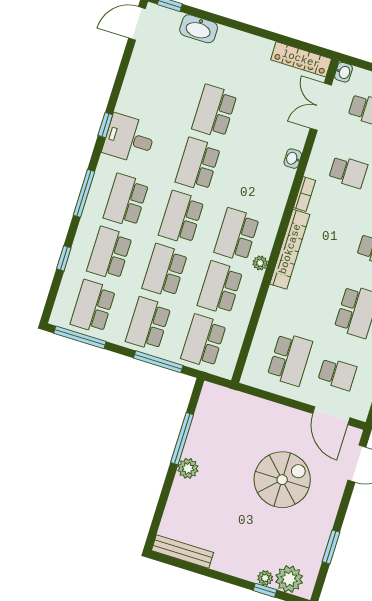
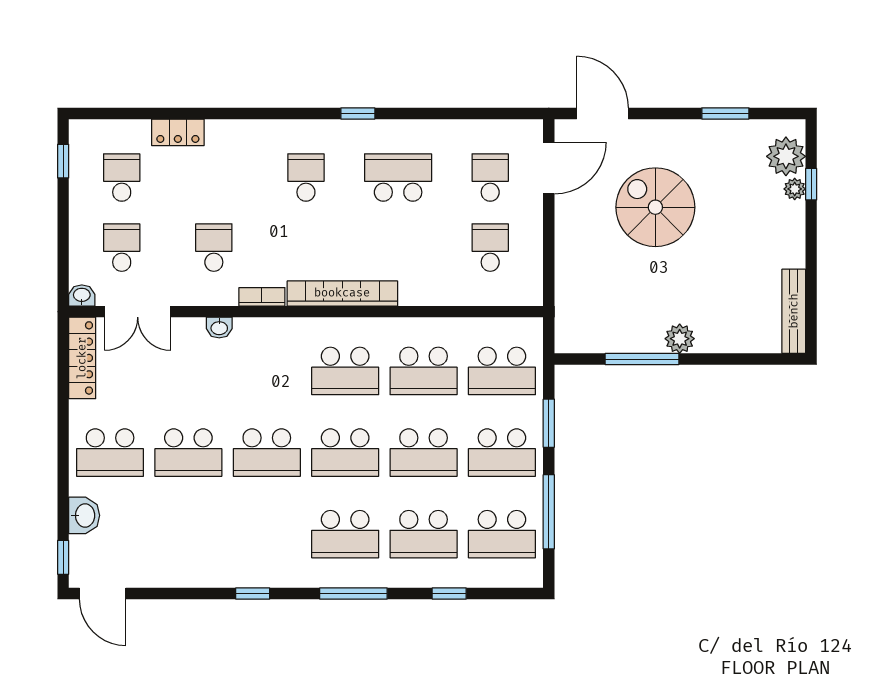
washbasin: (199, 29) -> (84, 515), width x0.72
school desk: (231, 58) -> (110, 453), added
desk: (129, 139) -> (261, 556), removed
plant: (260, 263) -> (373, 328), removed
window: (80, 337) -> (549, 512), moved
school desk: (290, 359) -> (490, 248), width x0.54
window: (158, 362) -> (549, 423), width x0.69

